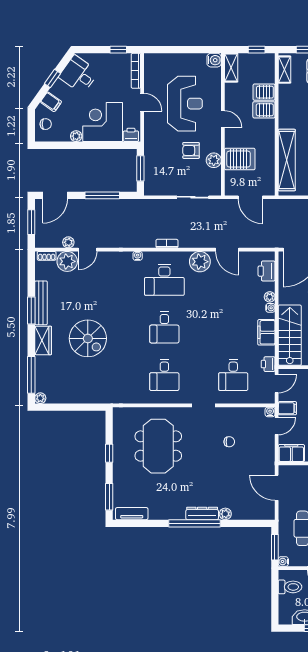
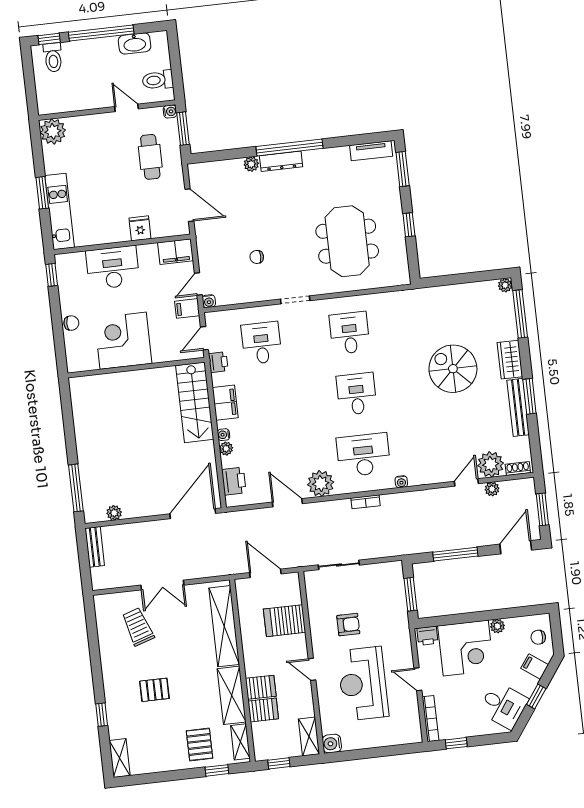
shelving: (287, 106) -> (232, 695), added
plant: (214, 160) -> (318, 615), removed

